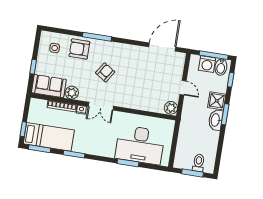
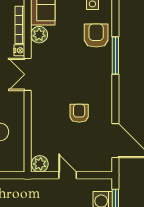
armchair: (105, 72) -> (79, 113), moved, turned -123
door: (183, 88) -> (68, 175), swing flipped

